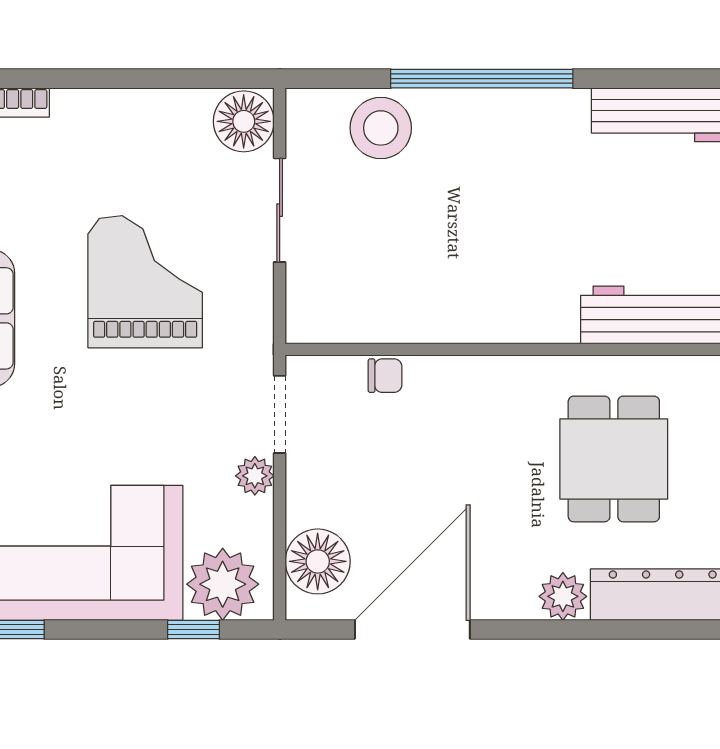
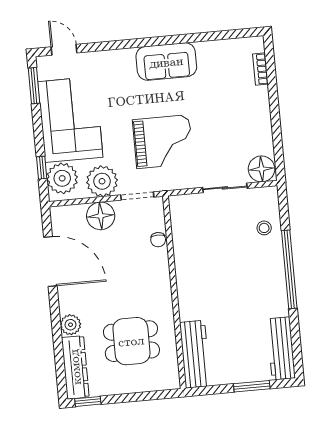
stool: (381, 128) -> (264, 228), width x0.53, depth x0.53
grand piano: (145, 282) -> (163, 142), moved
plant: (255, 476) -> (102, 181), width x1.88, depth x1.88
floor lamp: (318, 561) -> (101, 216), moved

